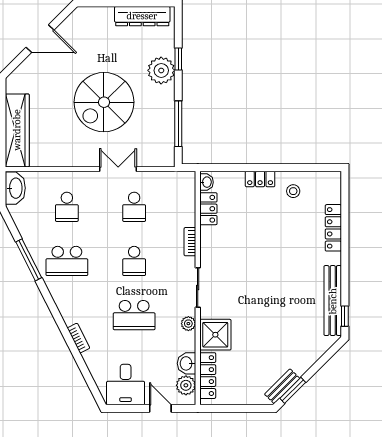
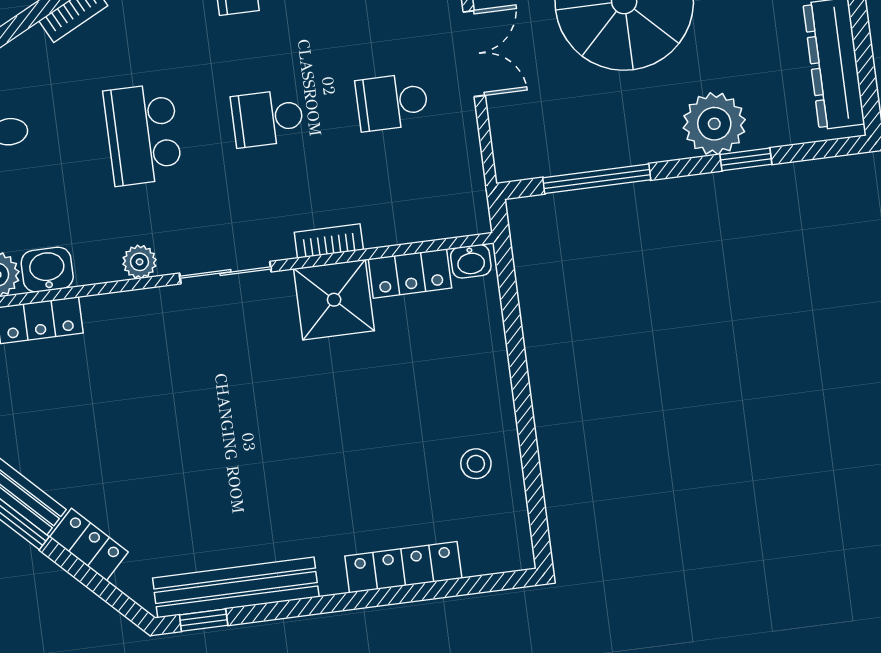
locker: (260, 179) -> (89, 545), moved, turned 135
shower: (215, 335) -> (334, 300), moved

